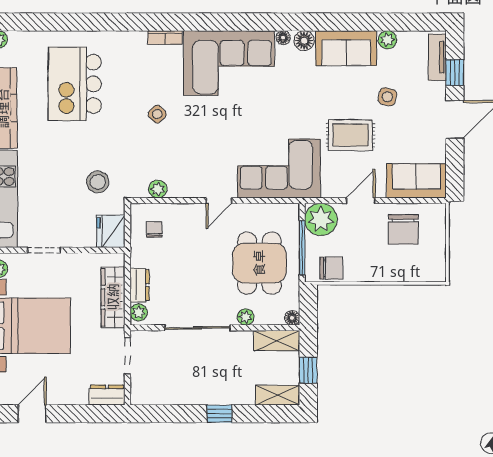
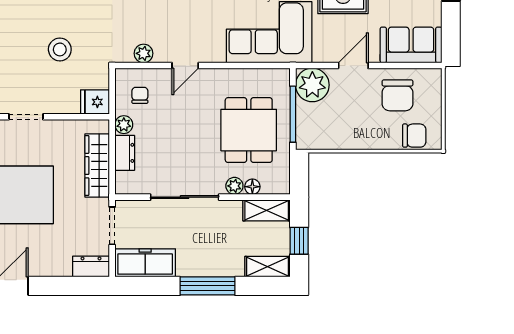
stool: (98, 182) -> (60, 49), moved
door: (219, 201) -> (185, 65), moved
fridge: (111, 231) -> (95, 102), width x0.72
chair: (331, 268) -> (414, 136), moved
plant: (139, 312) -> (124, 125), moved
floor lamp: (292, 318) -> (252, 187), moved
freezer: (159, 391) -> (145, 263), added
window: (220, 414) -> (207, 286), width x2.17

